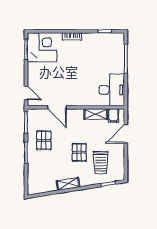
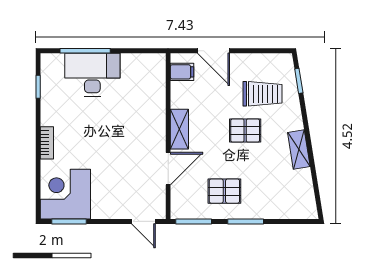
desk: (112, 90) -> (92, 75), moved
door: (26, 93) -> (143, 221), swing flipped
shelving: (96, 114) -> (179, 129), moved

